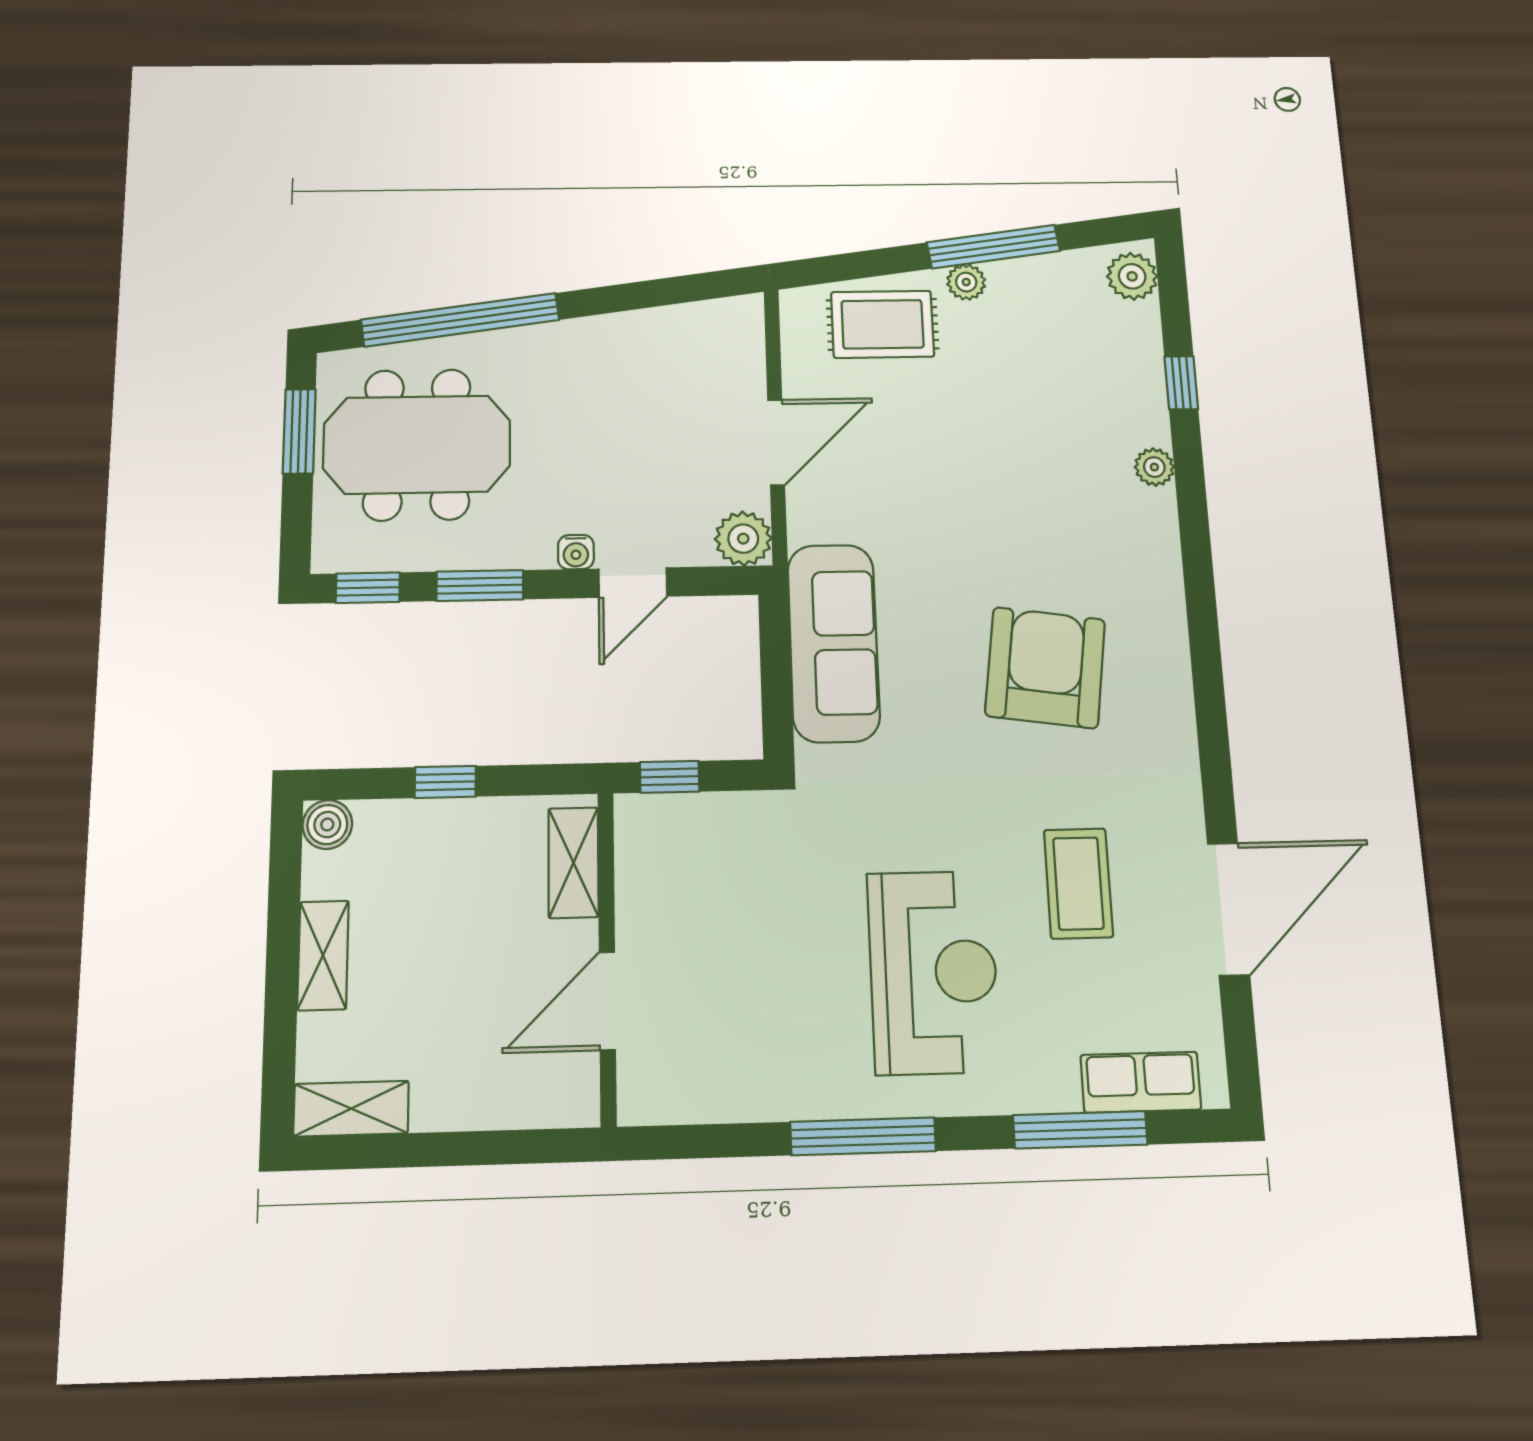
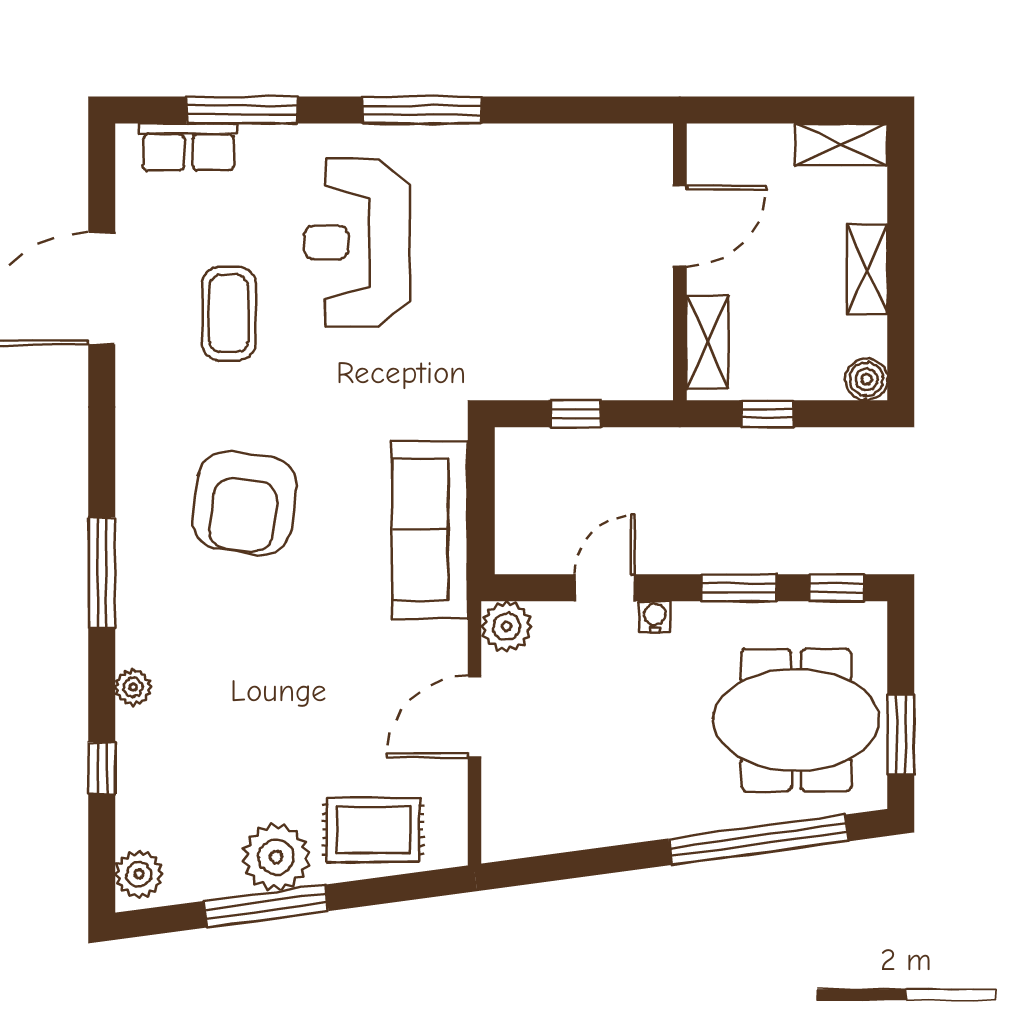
plant: (966, 282) -> (276, 857), width x1.88, depth x1.88
window: (1200, 588) -> (102, 572), added
shelving: (573, 863) -> (707, 342), moved
wall: (607, 957) -> (680, 262), moved
door: (607, 1001) -> (680, 226), moved

